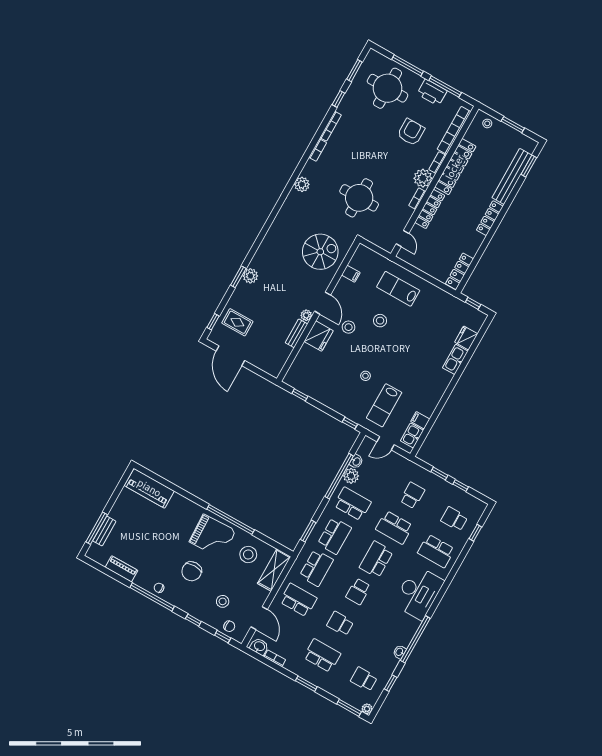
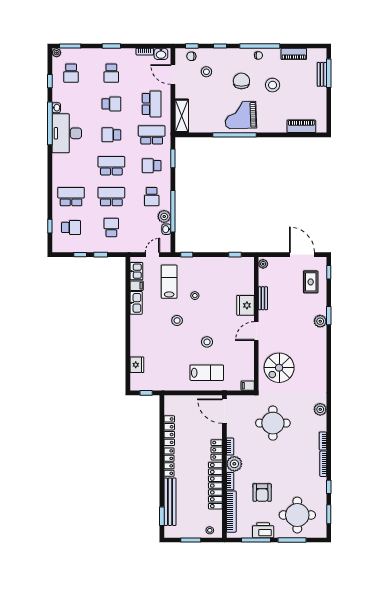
locker: (430, 209) -> (217, 450), width x0.66
door: (402, 239) -> (224, 411), width x1.88
locker: (459, 271) -> (169, 431), moved
filing cabinet: (351, 274) -> (248, 386), moved
door: (323, 303) -> (256, 331), hinge flipped
plant: (306, 315) -> (263, 264), moved
rug: (237, 322) -> (311, 282), turned 90
stool: (349, 327) -> (177, 321), moved
kitchen sink: (455, 359) -> (136, 303), moved
piano: (149, 488) -> (301, 126), width x0.73, depth x0.75
school desk: (412, 495) -> (111, 227), turned 180
school desk: (352, 504) -> (152, 197), width x0.54
school desk: (334, 536) -> (152, 166), width x0.54
stool: (248, 555) -> (273, 85), moved
school desk: (376, 559) -> (111, 166), turned -90
school desk: (316, 568) -> (152, 135), turned 90
school desk: (358, 591) -> (111, 135), turned -90
desk: (418, 593) -> (67, 133), moved
school desk: (298, 600) -> (152, 104), turned -90
school desk: (322, 656) -> (111, 73), width x0.54
school desk: (364, 679) -> (71, 73), turned 90

